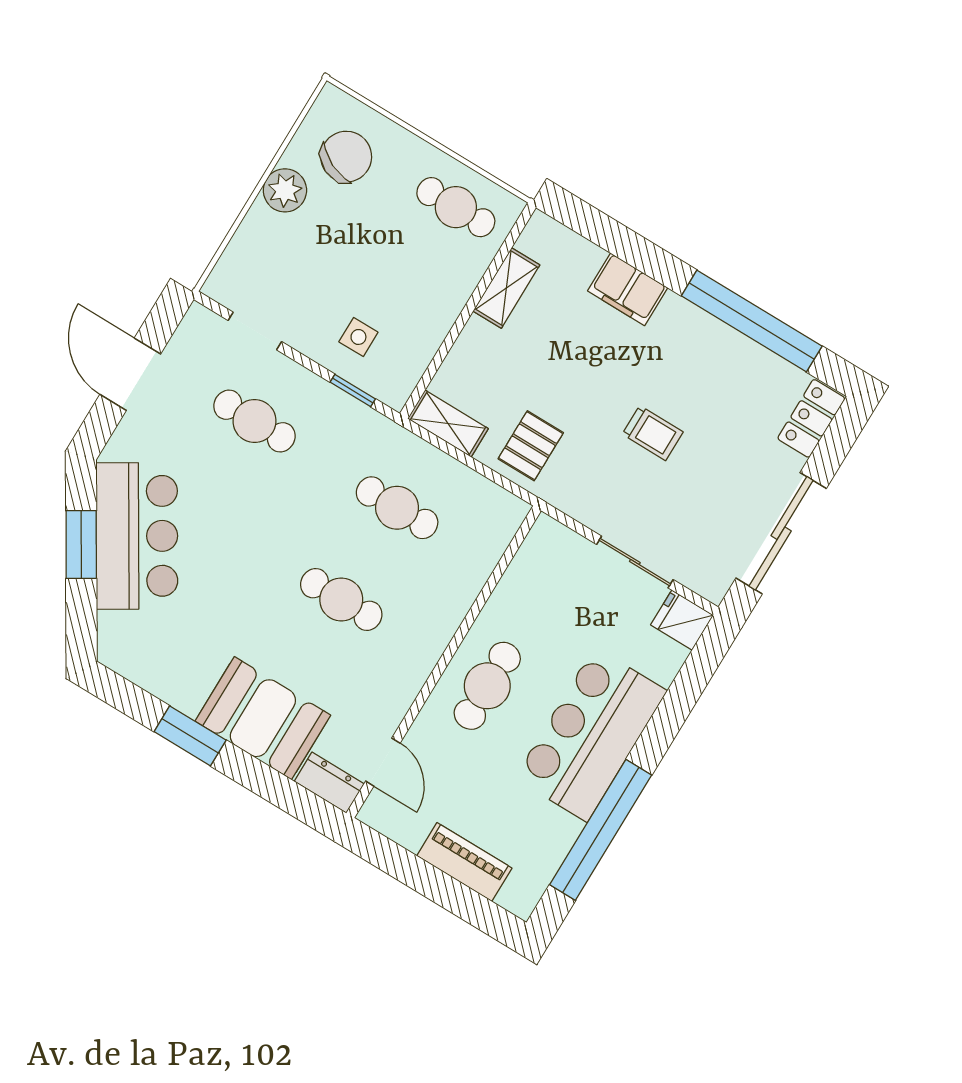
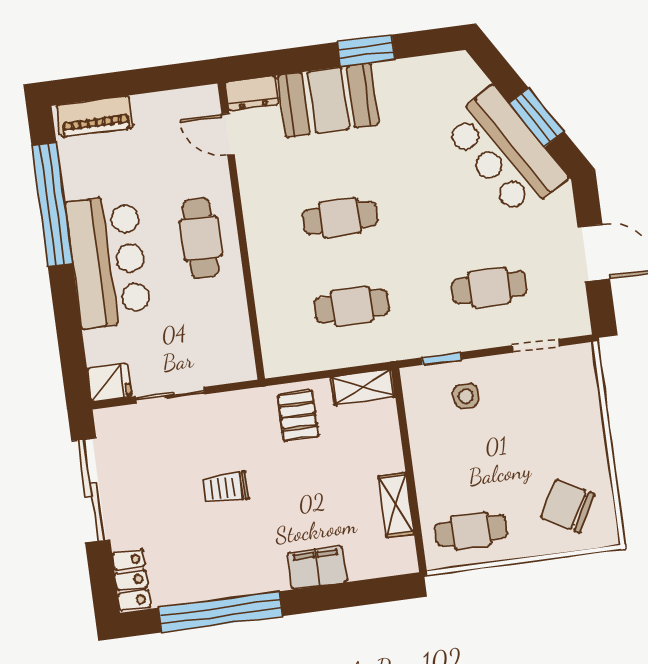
chair: (346, 157) -> (568, 506), turned 94
plant: (285, 190) -> (590, 452), removed
piano: (464, 862) -> (95, 116), moved

